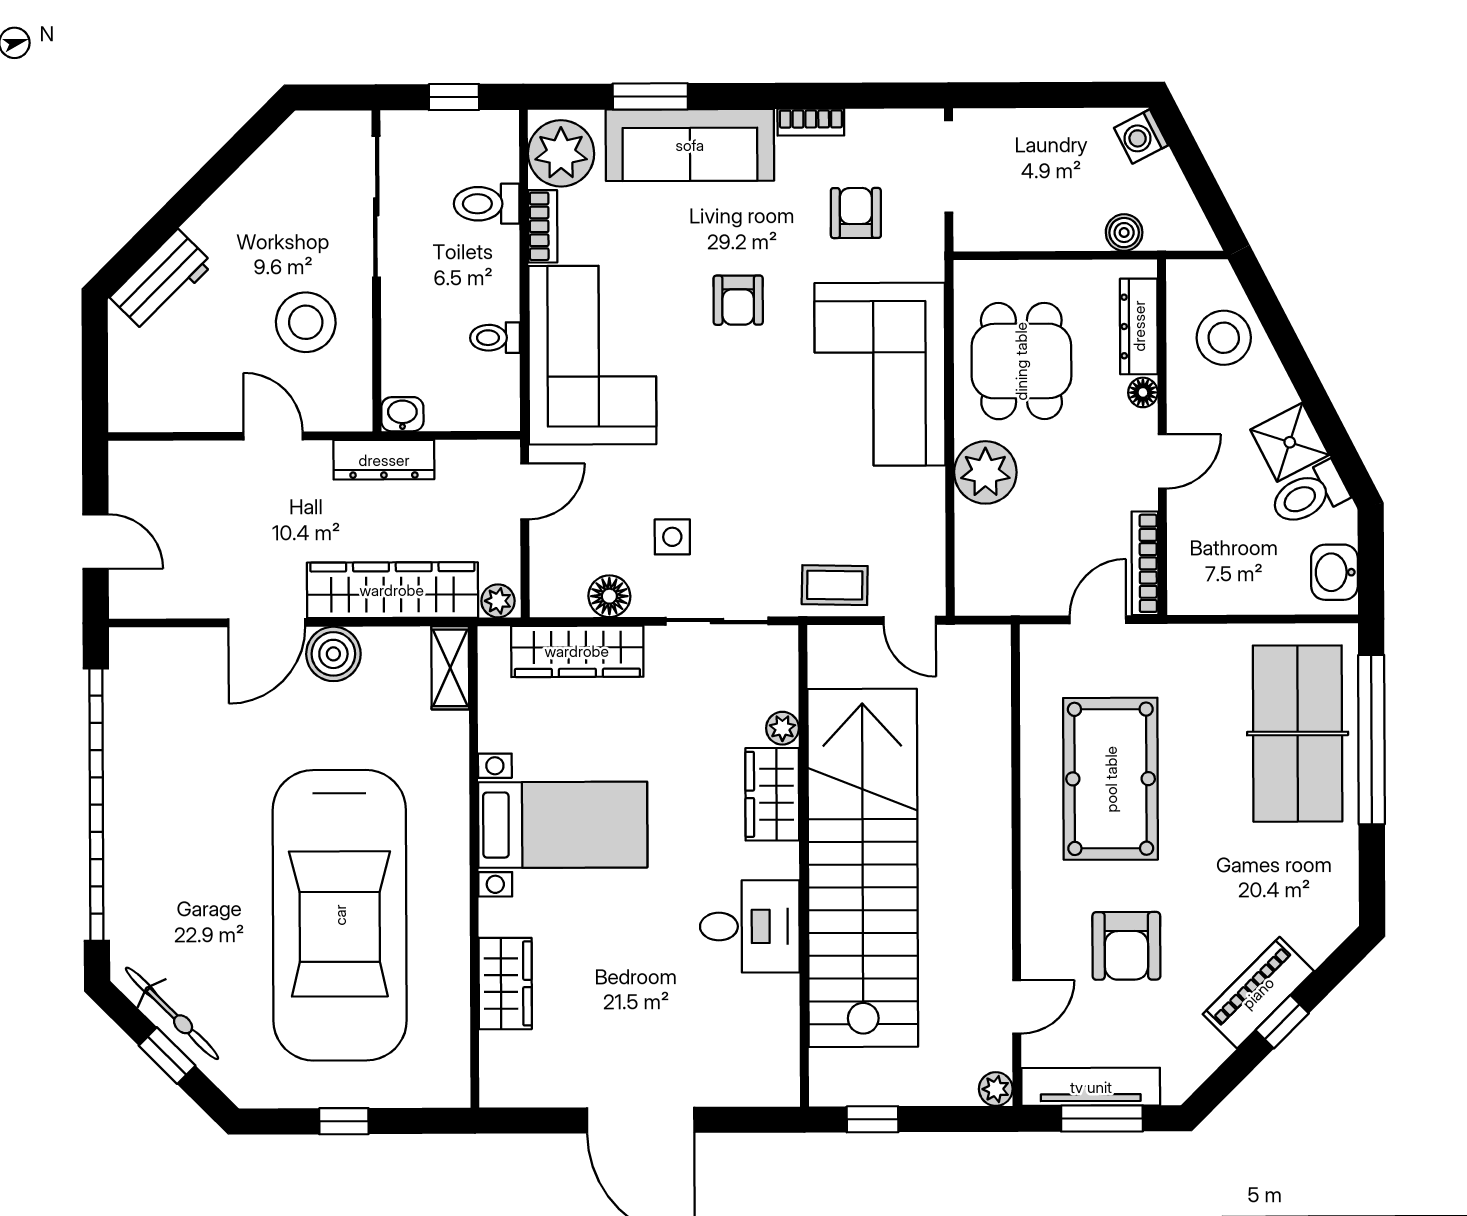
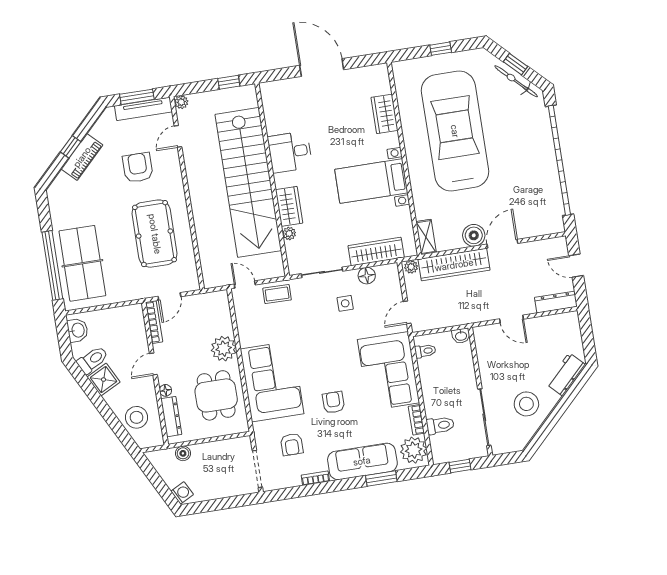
stool: (306, 322) -> (526, 404), moved
toilet: (495, 338) -> (425, 351), moved
dresser: (384, 460) -> (556, 302), moved

